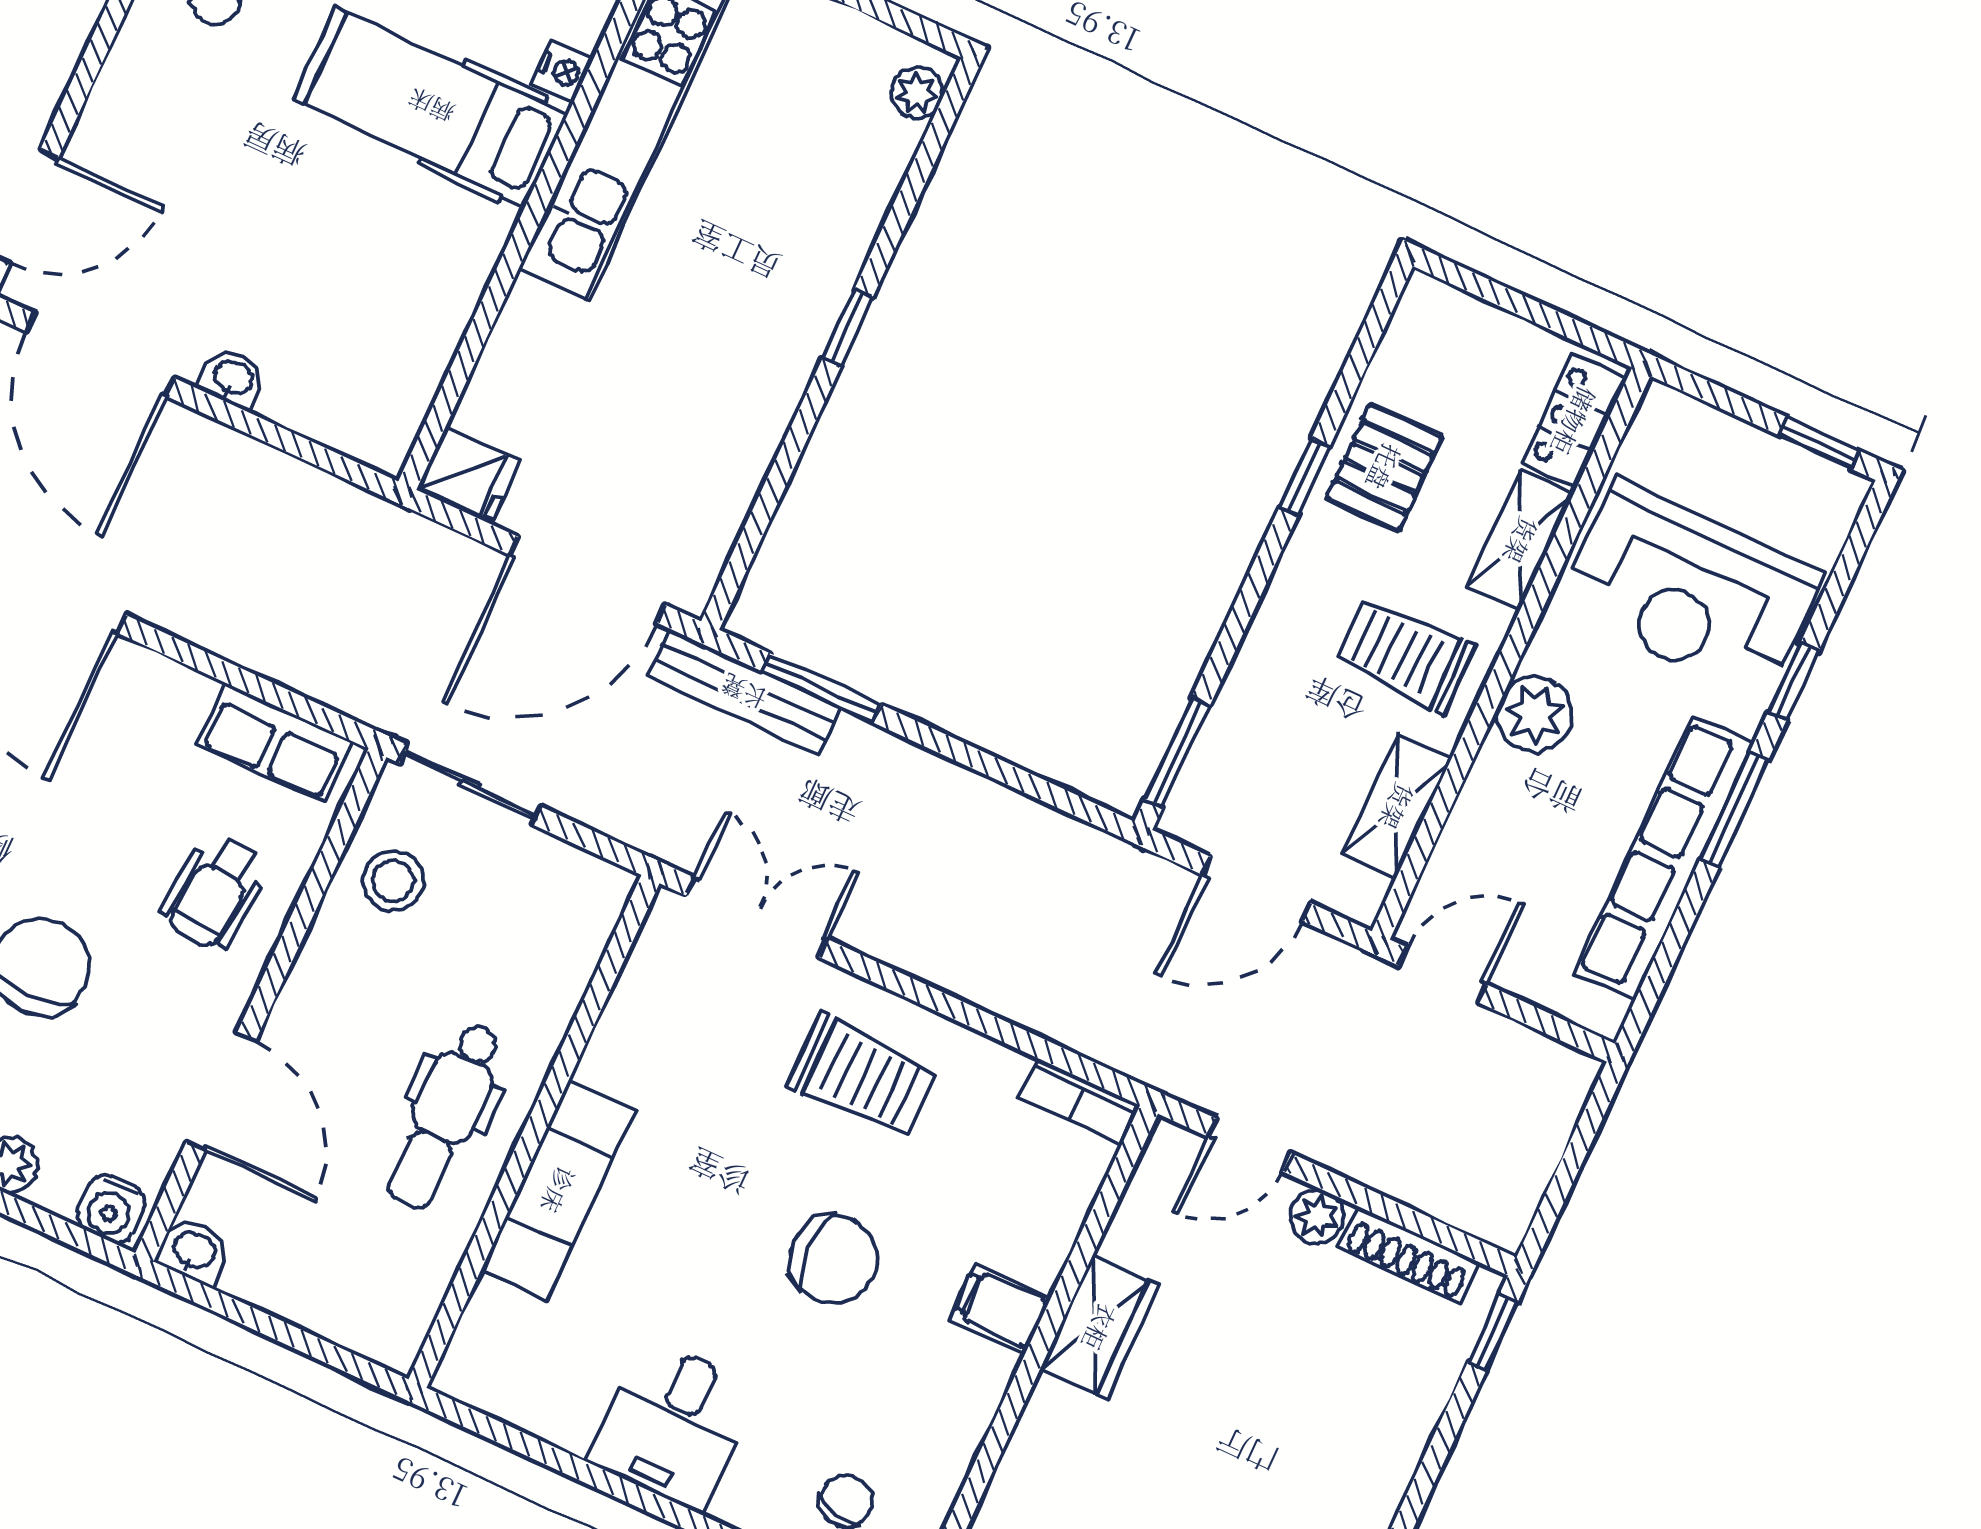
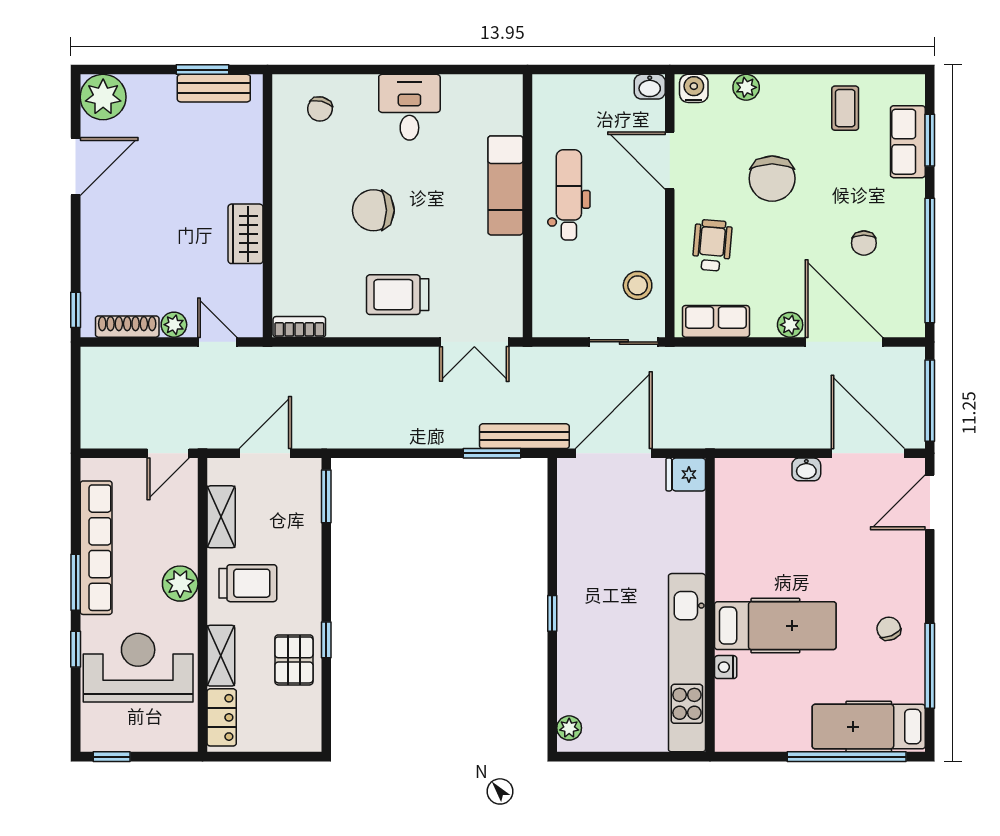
plant: (136, 670) -> (790, 325), added
door: (1250, 1145) -> (217, 342), hinge flipped
filing cabinet: (1000, 1309) -> (292, 222), removed

